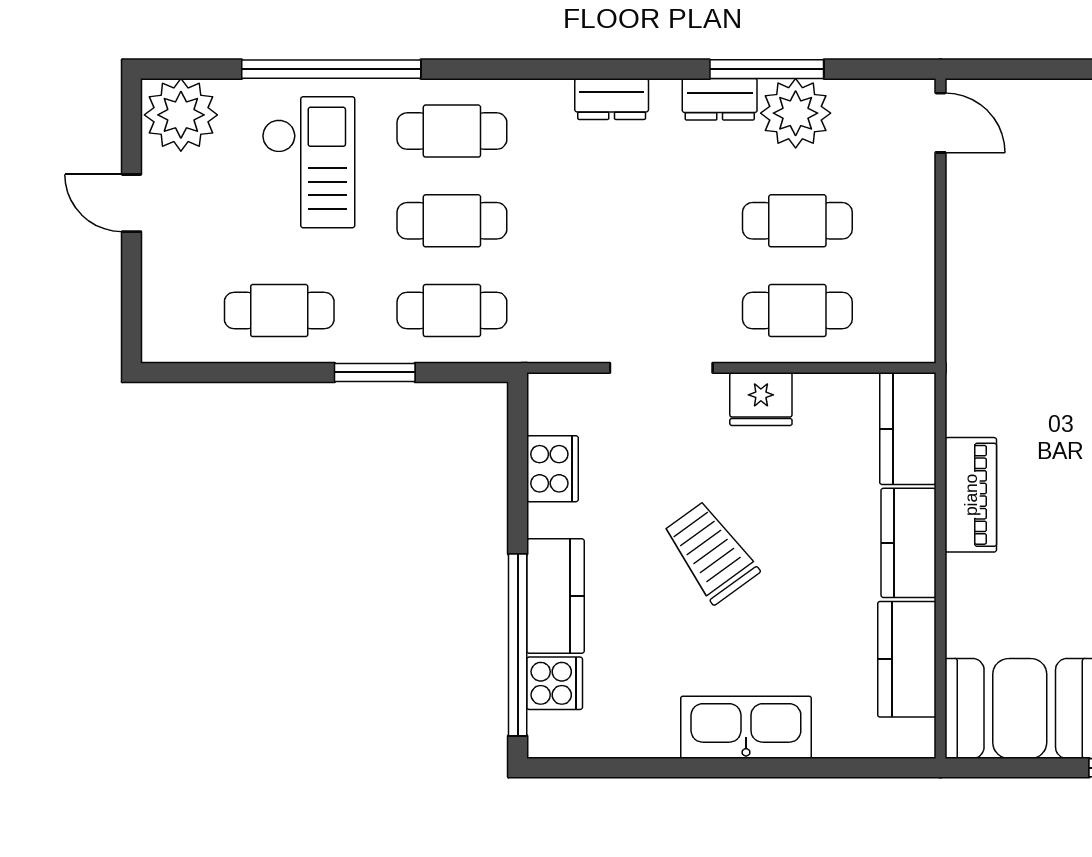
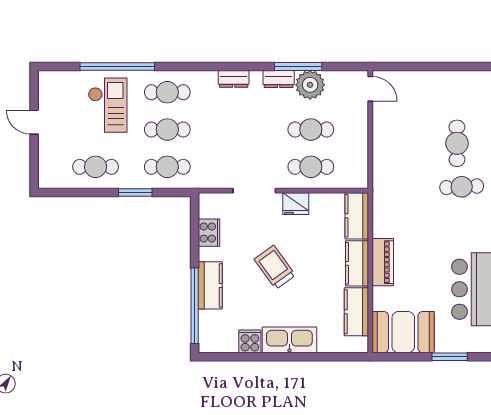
plant: (181, 115) -> (55, 85), removed
piano: (971, 495) -> (383, 262), moved
cooker: (555, 683) -> (250, 341), moved, turned -90

